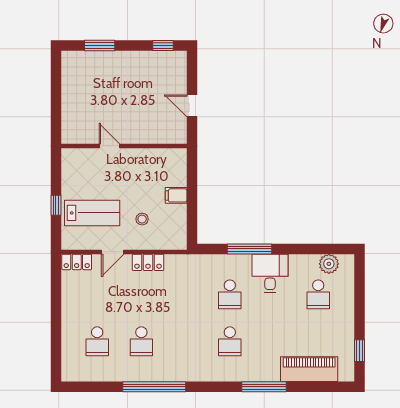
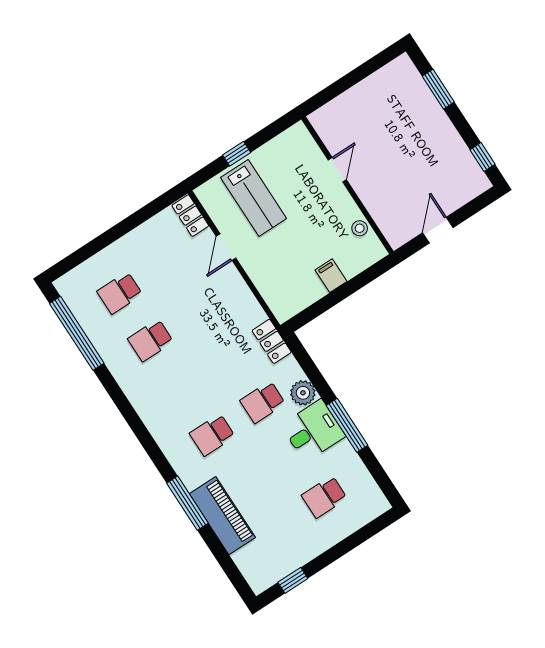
stool: (142, 219) -> (360, 228), moved
window: (249, 249) -> (347, 425), moved
door: (113, 252) -> (226, 247), hinge flipped
locker: (148, 262) -> (272, 341), moved
plant: (329, 264) -> (303, 393), moved
piano: (309, 369) -> (222, 516), moved
window: (154, 387) -> (77, 333), moved

